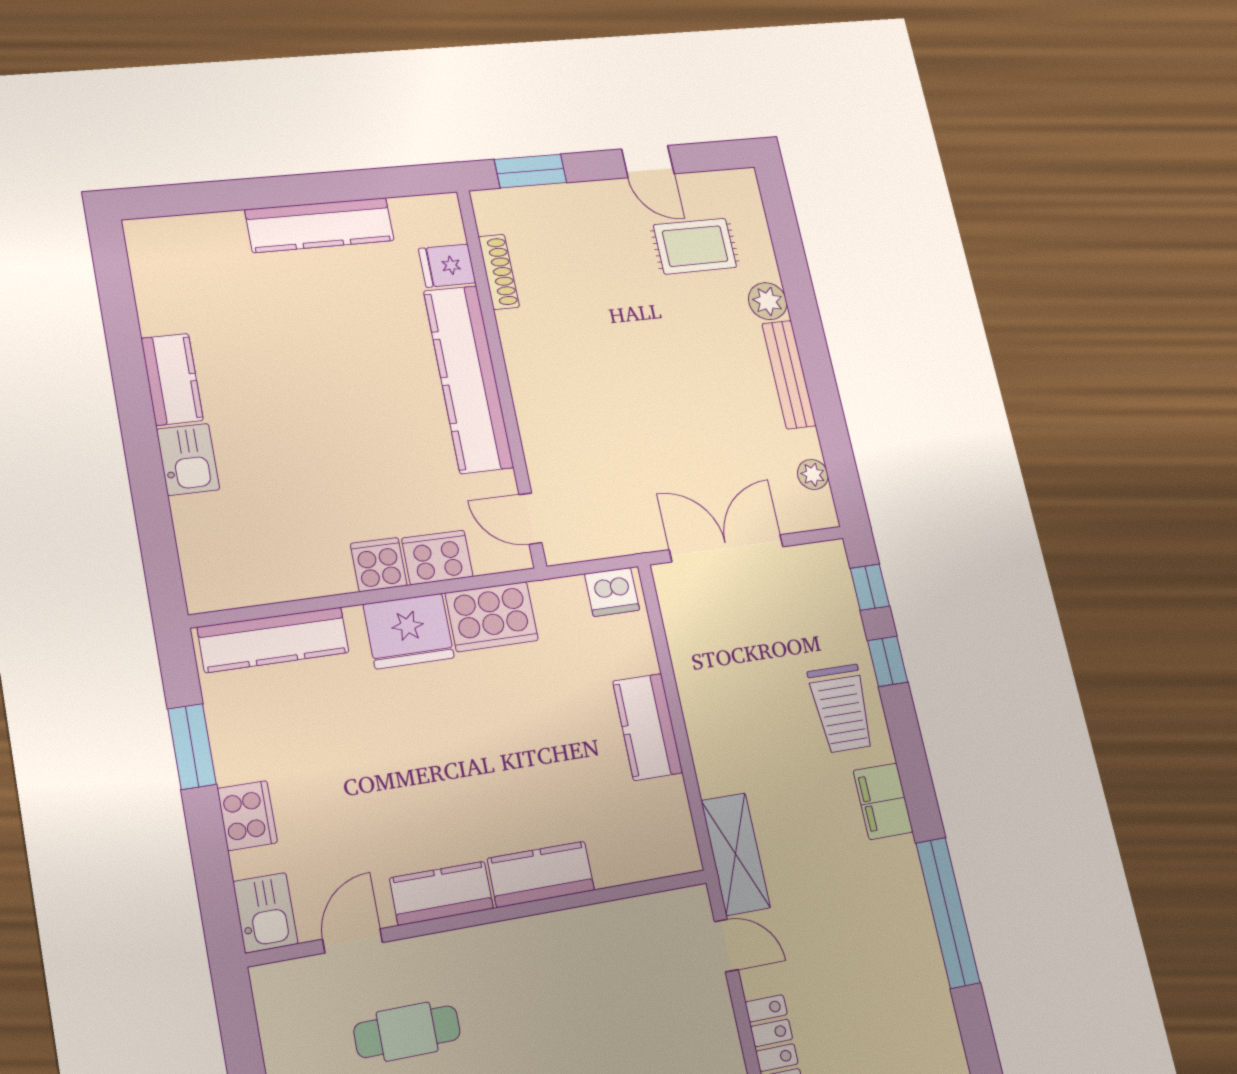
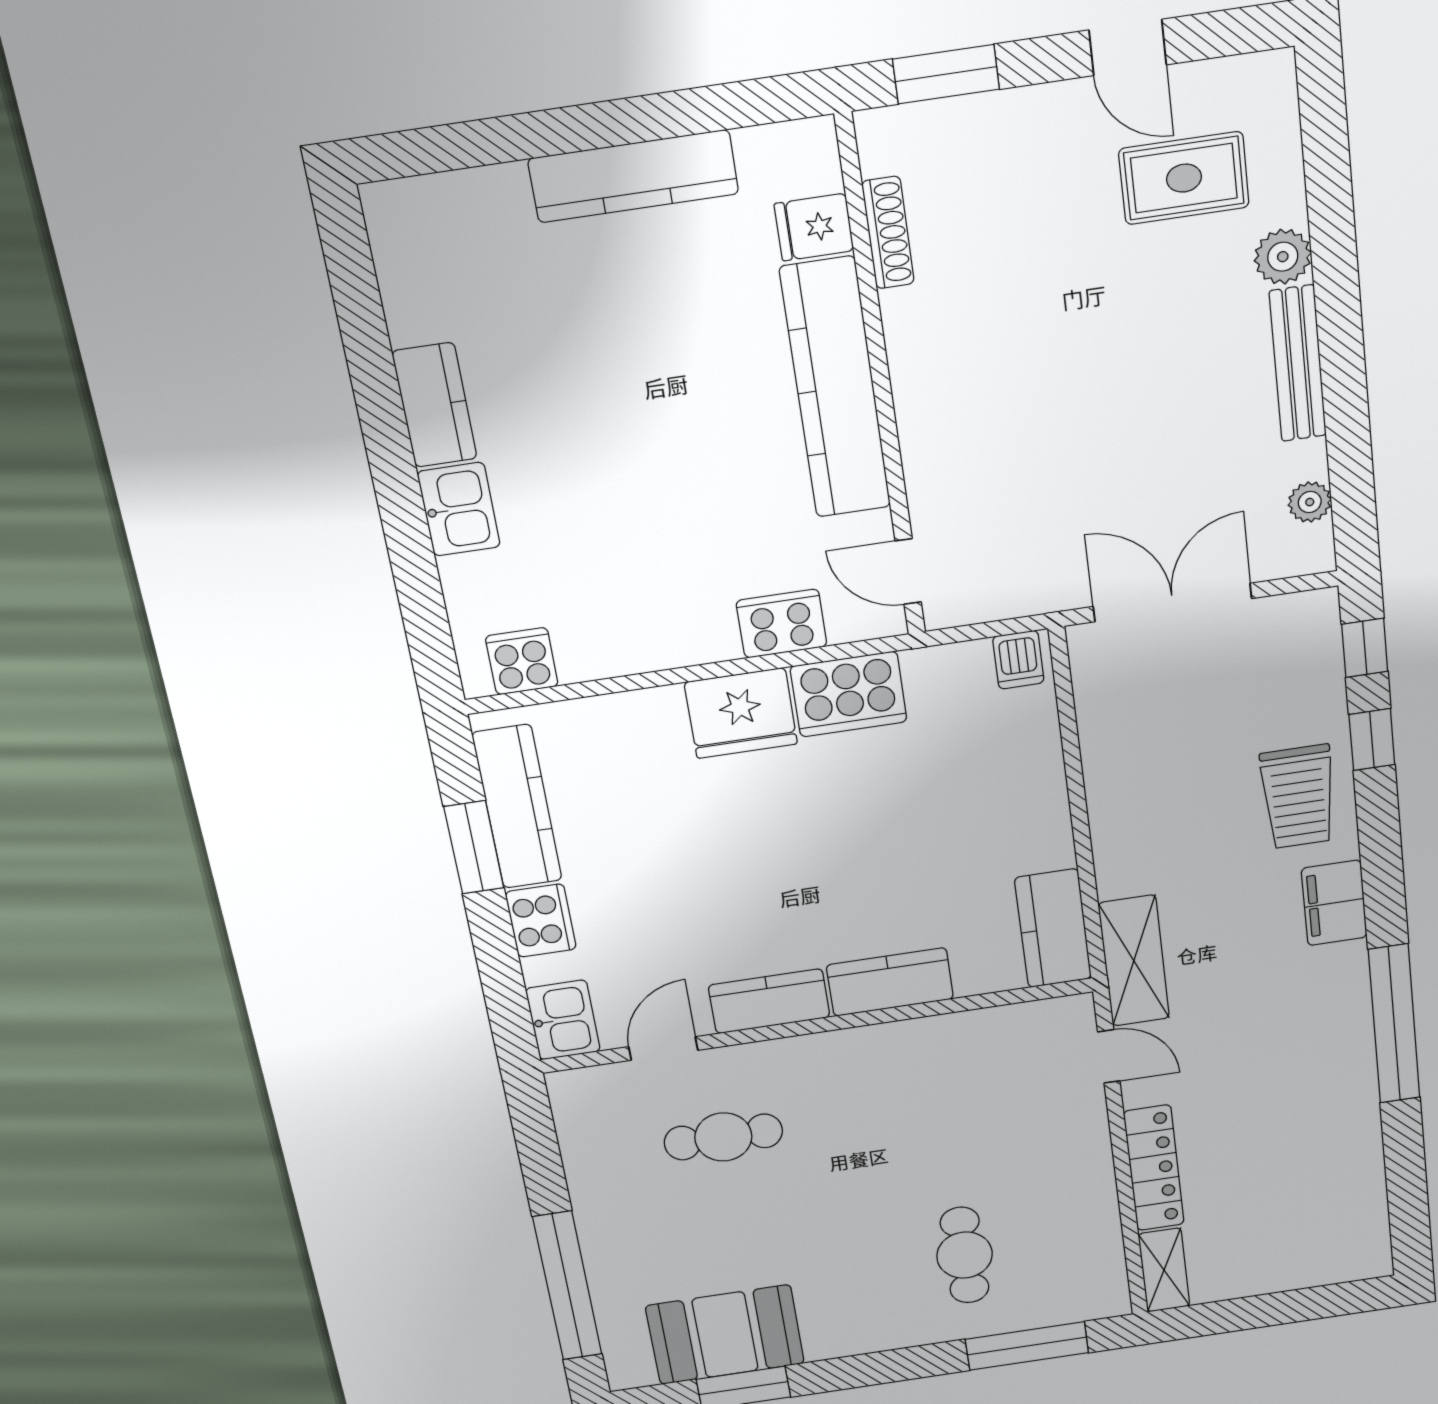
cooker: (379, 565) -> (522, 661), moved
dishwasher: (612, 592) -> (1018, 660), width x0.73
kitchen counter: (273, 640) -> (517, 807), moved, turned -90
kitchen counter: (648, 727) -> (1053, 928), moved

